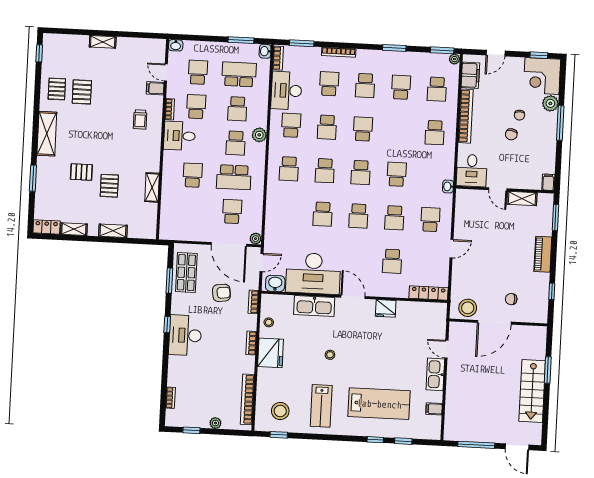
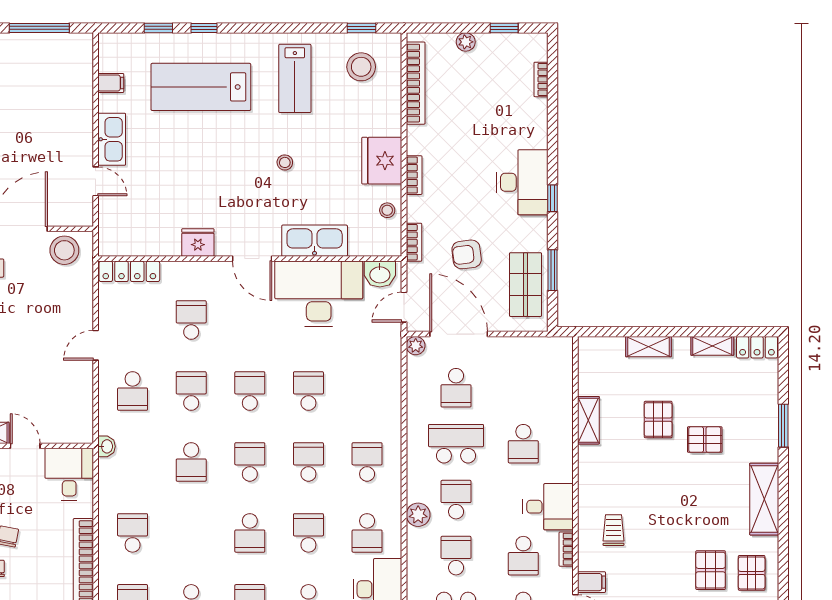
lab bench: (321, 406) -> (295, 78), turned 180

